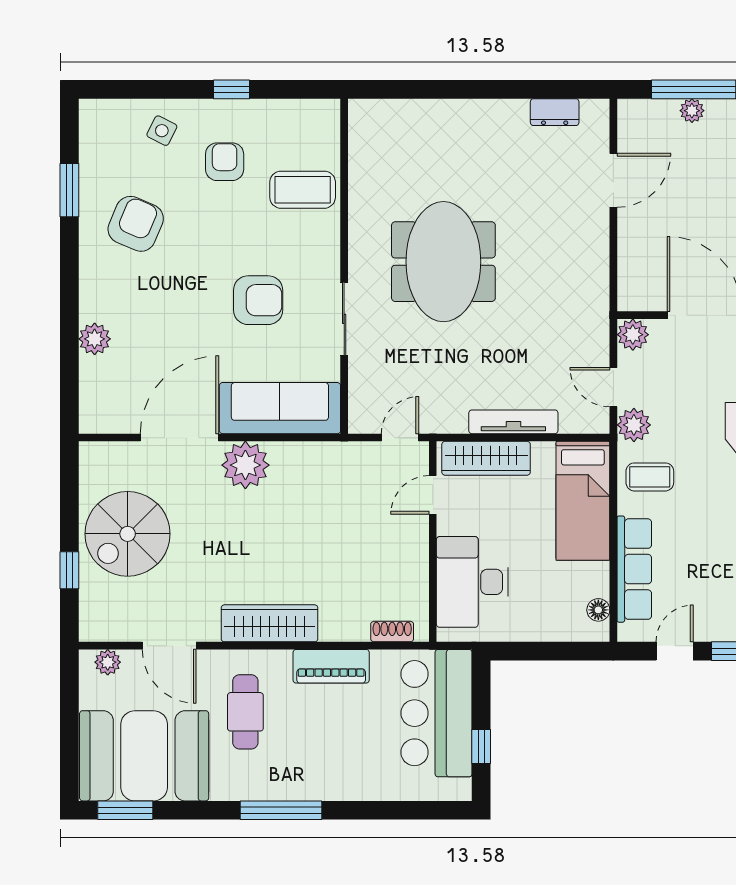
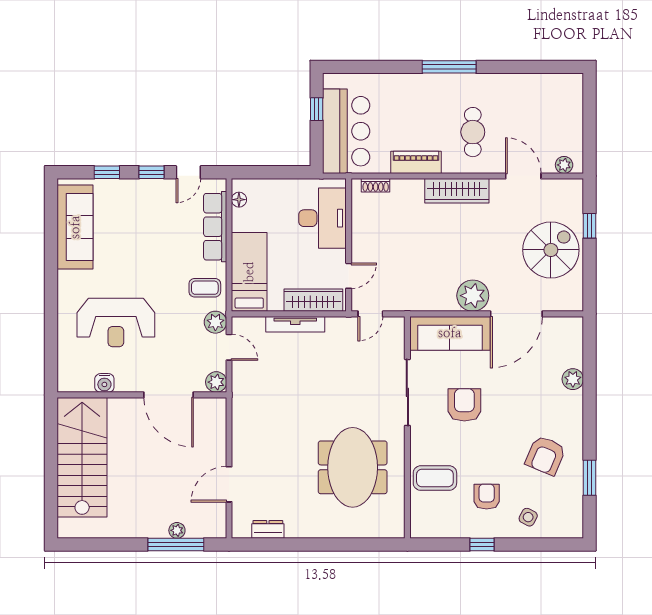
armchair: (225, 162) -> (487, 497), turned 180
meeting table: (443, 262) -> (353, 467), moved
armchair: (258, 300) -> (464, 405), turned 90
sliding door: (344, 319) -> (407, 392), width x1.37
booth: (144, 756) -> (540, 103), removed
window: (125, 810) -> (552, 67), removed

